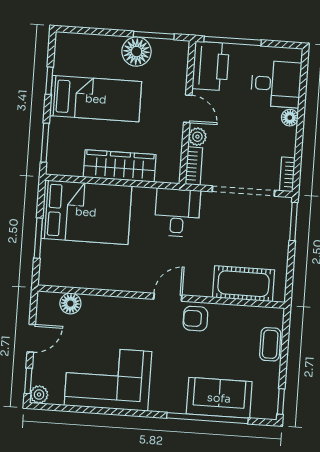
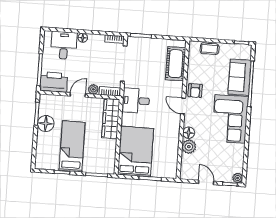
wardrobe: (120, 166) -> (111, 119), moved
floor lamp: (70, 304) -> (189, 133), moved
plant: (95, 307) -> (189, 147), added
corner sofa: (108, 378) -> (230, 119), moved

